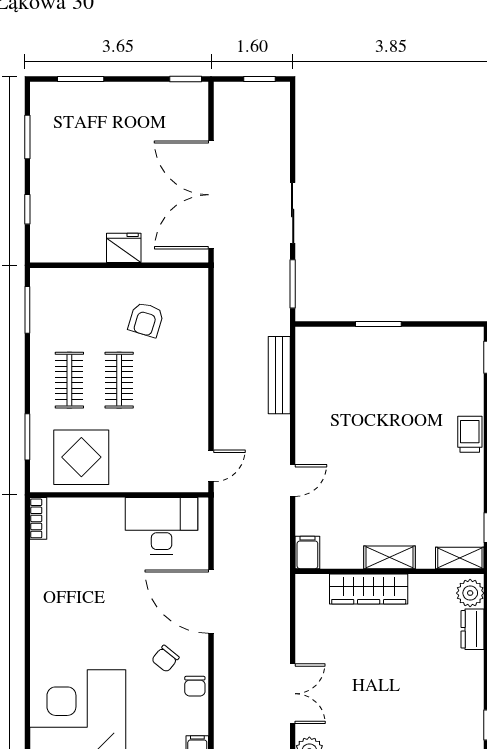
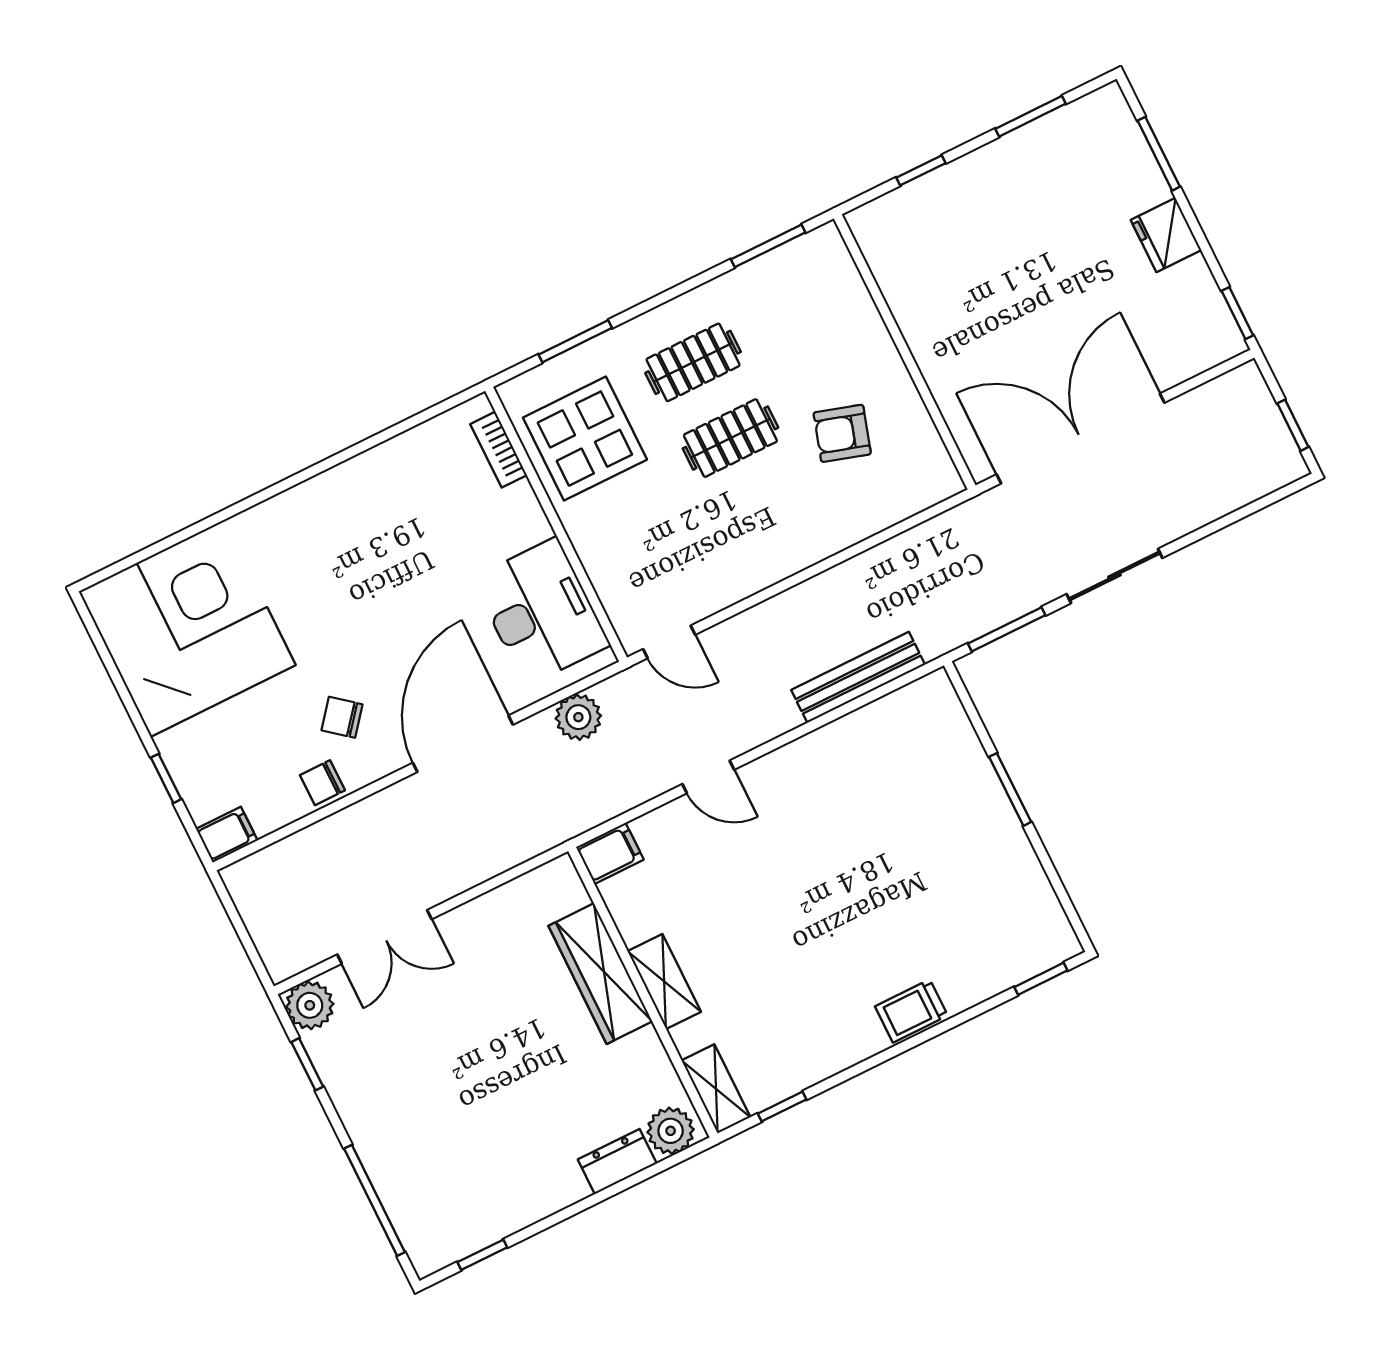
fridge: (124, 248) -> (1166, 235), moved, turned 180
trolley: (470, 434) -> (911, 1011), turned 180
bookcase: (38, 518) -> (499, 450), moved, turned 90
plant: (227, 534) -> (578, 717), added

